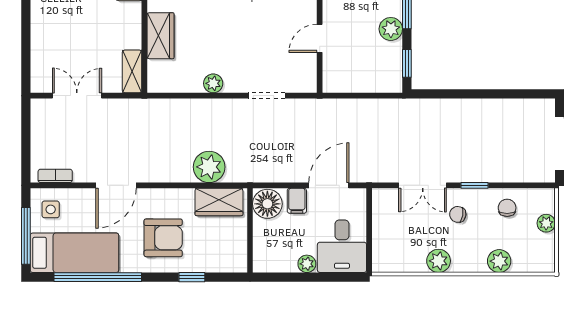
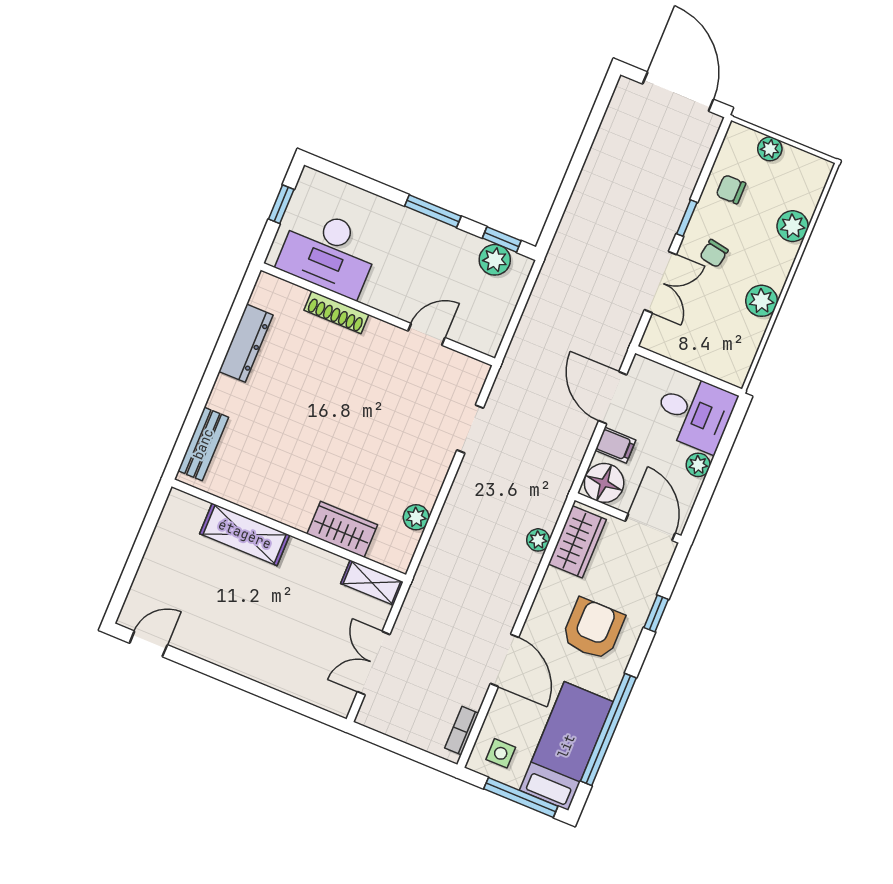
plant: (391, 29) -> (495, 260), moved
door: (320, 38) -> (427, 334), swing flipped
plant: (213, 83) -> (416, 517), moved
plant: (209, 167) -> (538, 540), width x0.53, depth x0.53
door: (250, 248) -> (650, 527), added

